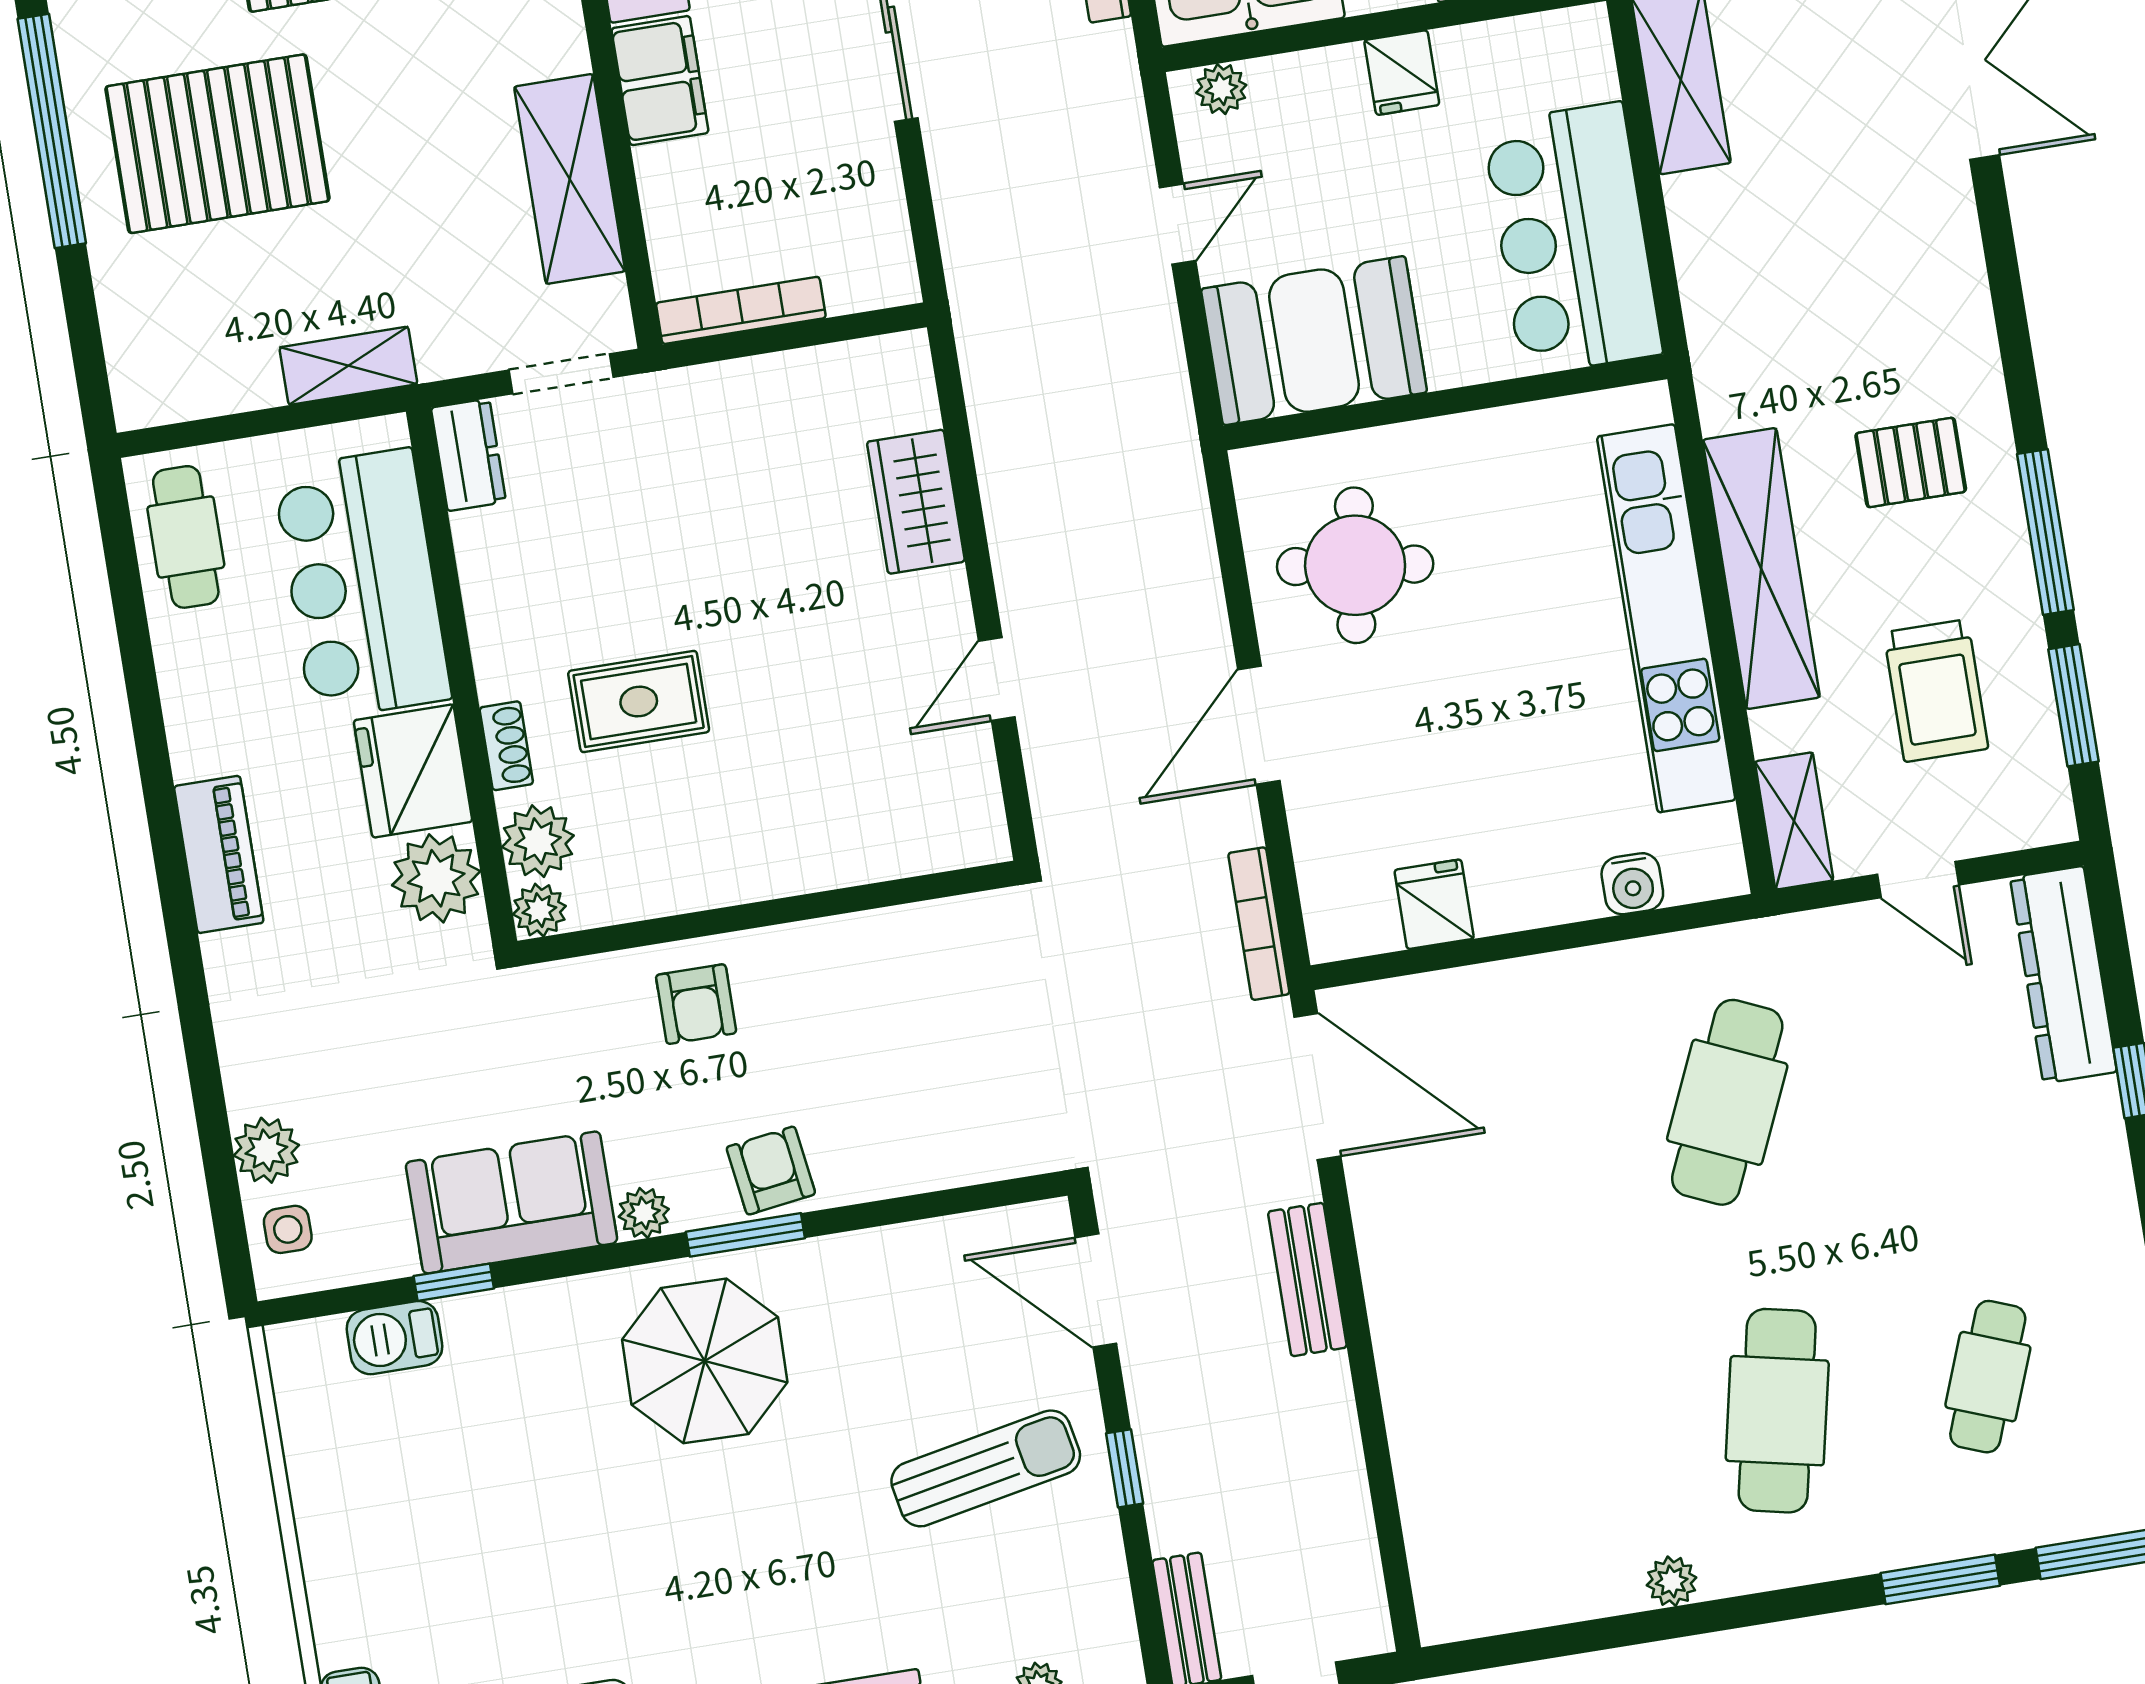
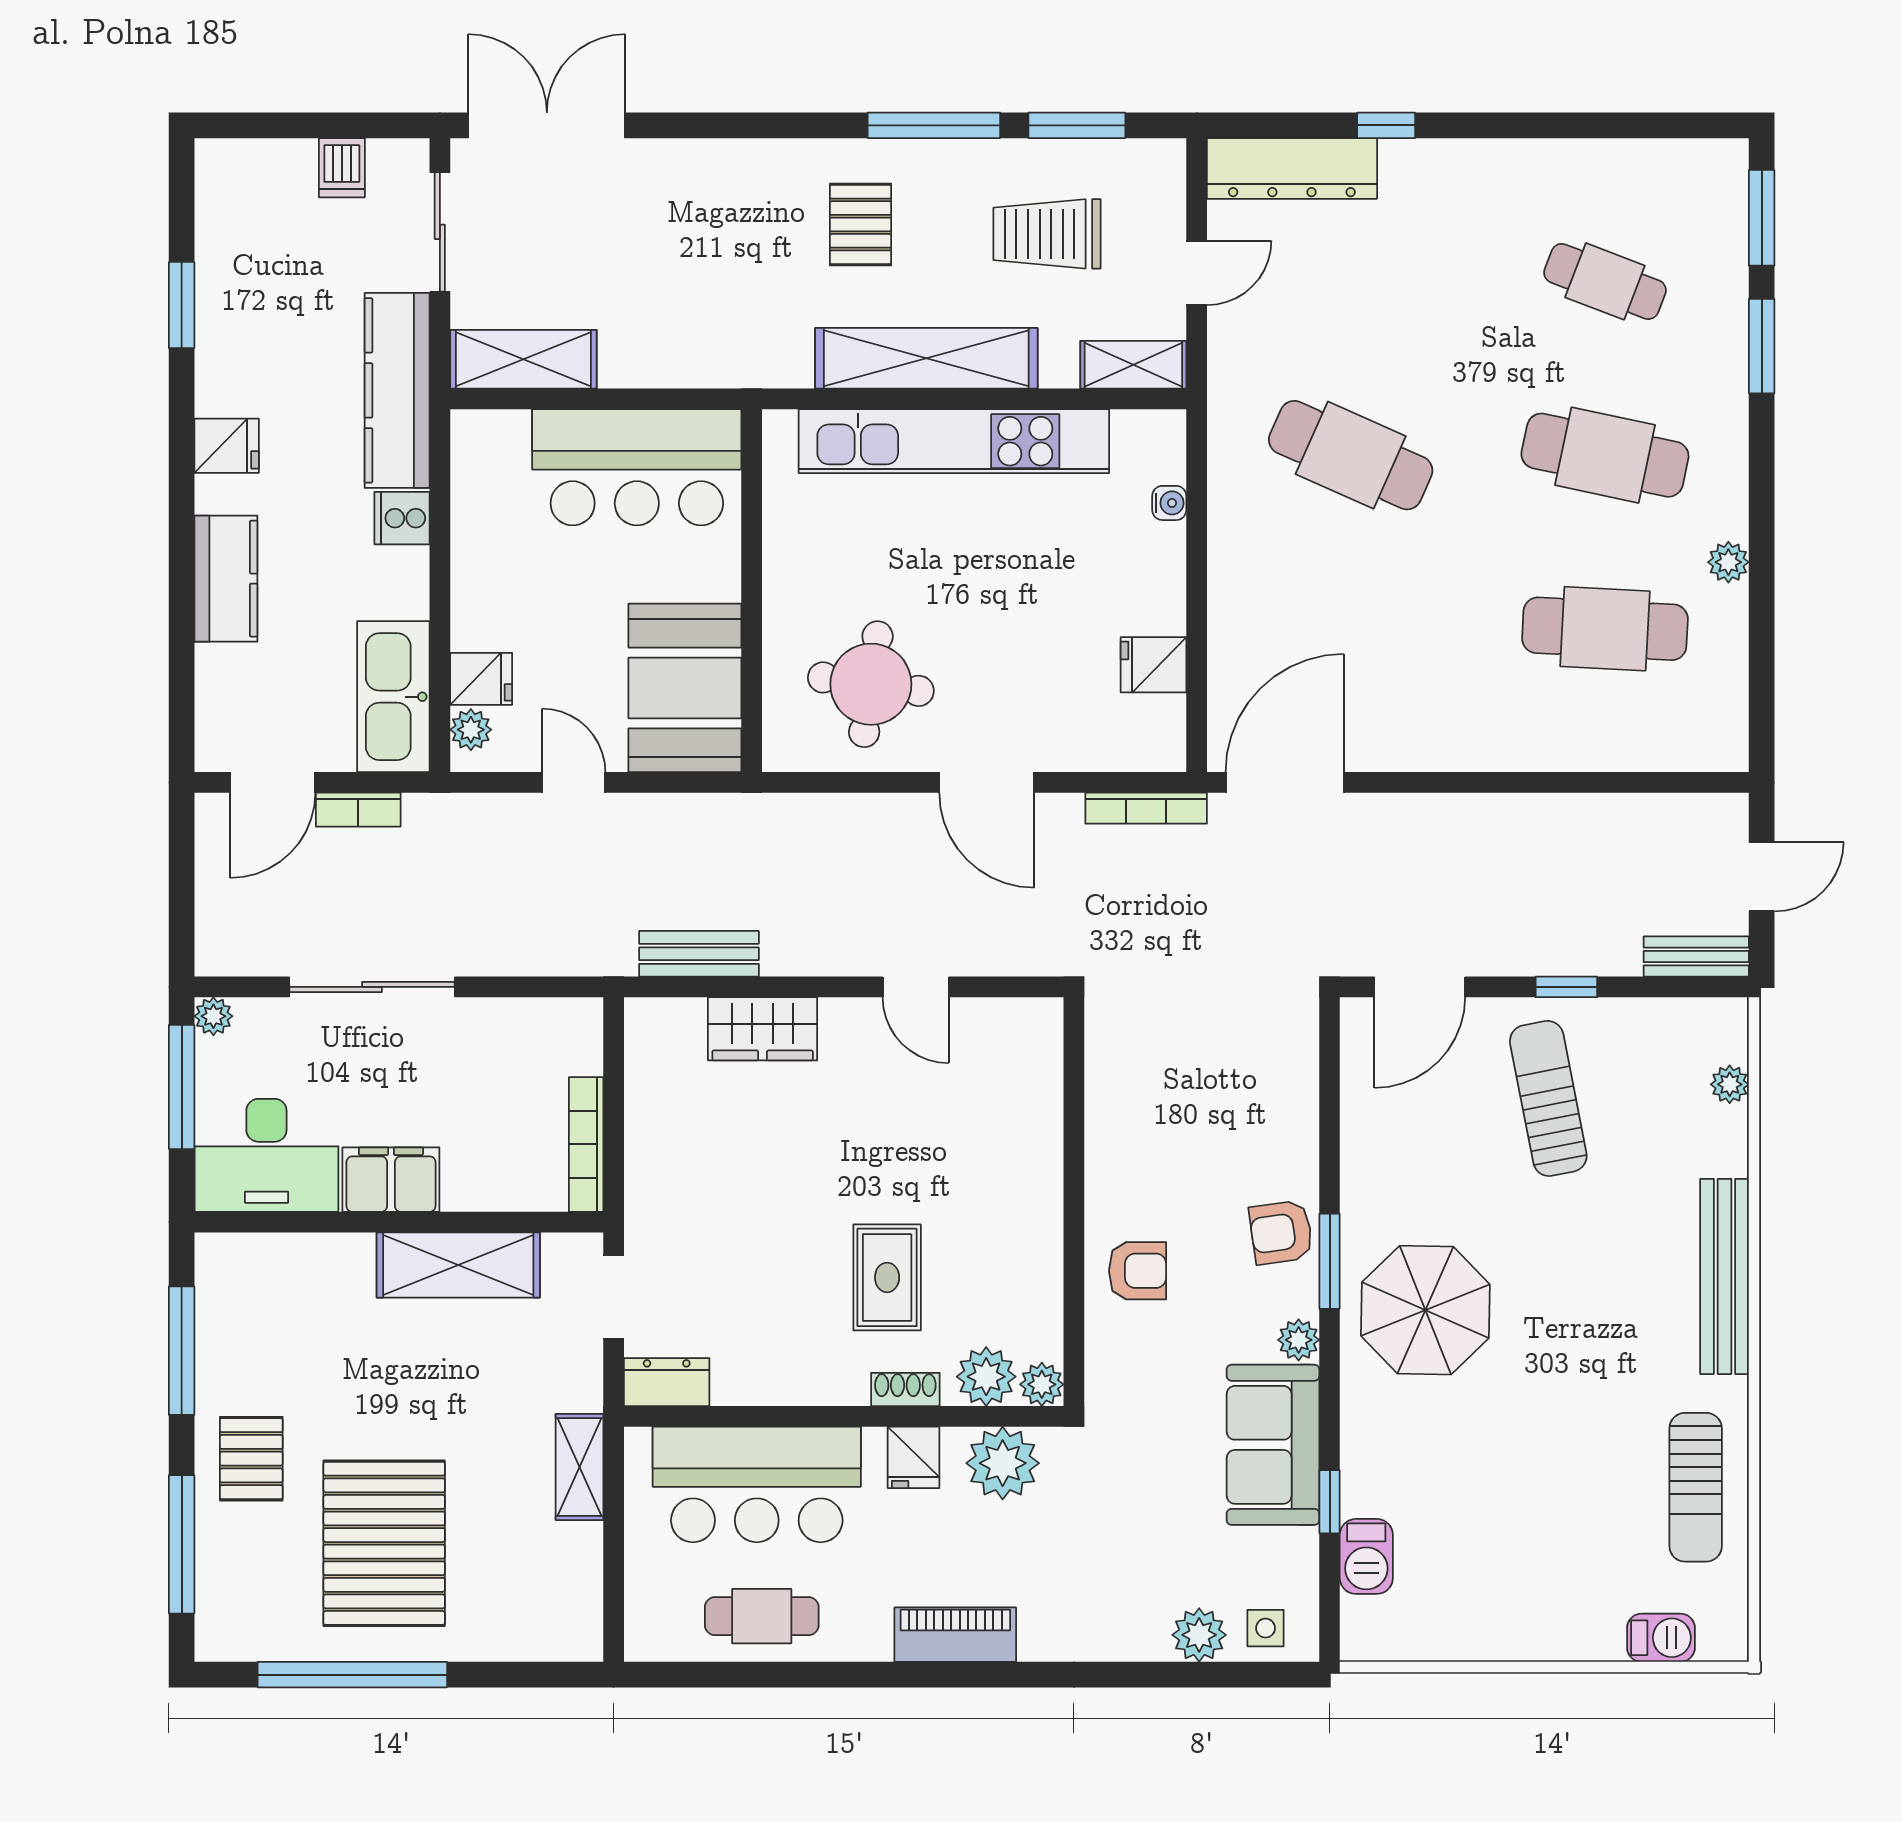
fridge: (1402, 73) -> (481, 679), moved
cafe table: (186, 537) -> (762, 1616), moved
trolley: (1936, 691) -> (1047, 234), turned 180
fridge: (413, 771) -> (914, 1457), width x0.53, depth x0.75
water cooler: (1632, 884) -> (1169, 503), width x0.72, depth x0.72
bench: (1307, 1280) -> (699, 954), moved
cafe table: (1567, 1445) -> (1605, 629), added

